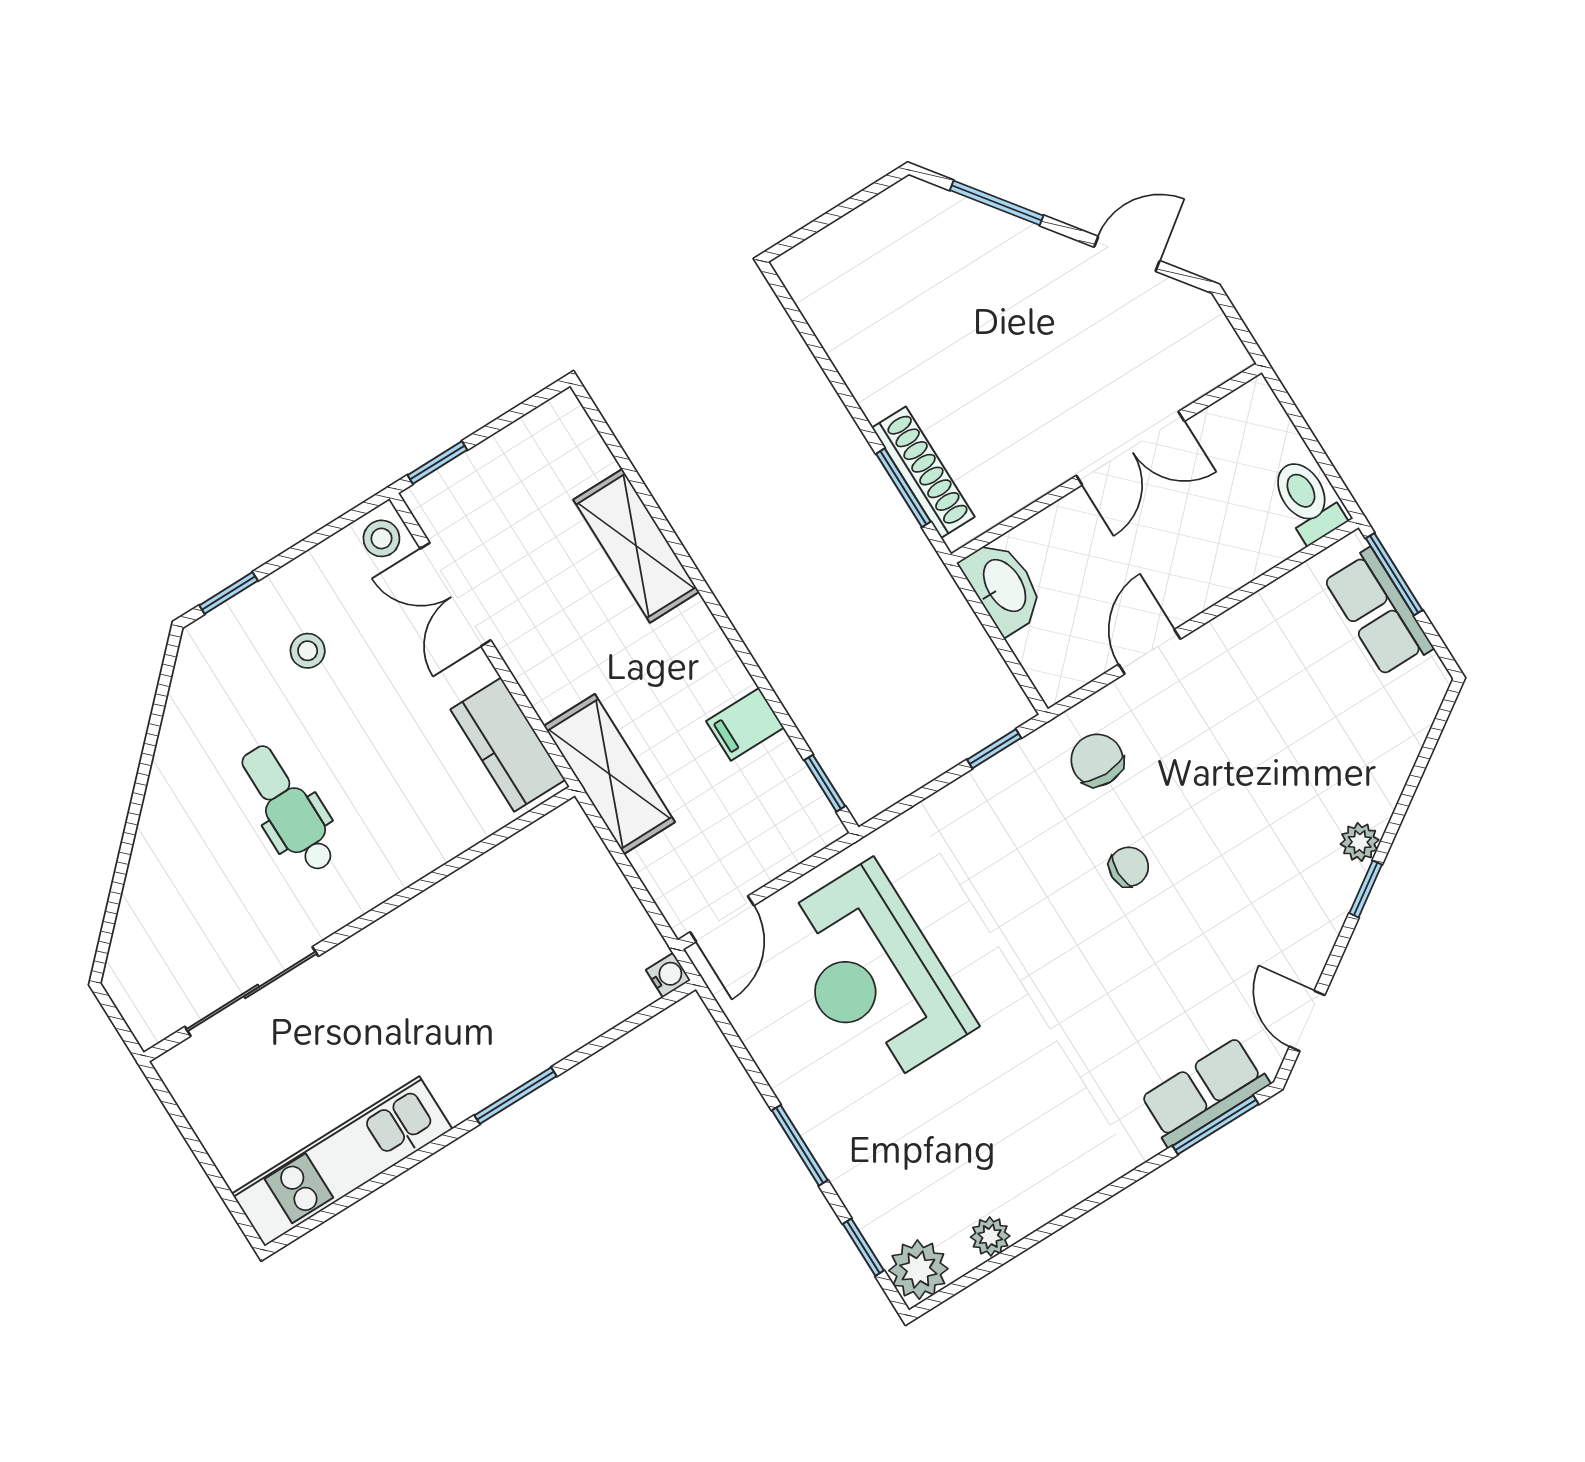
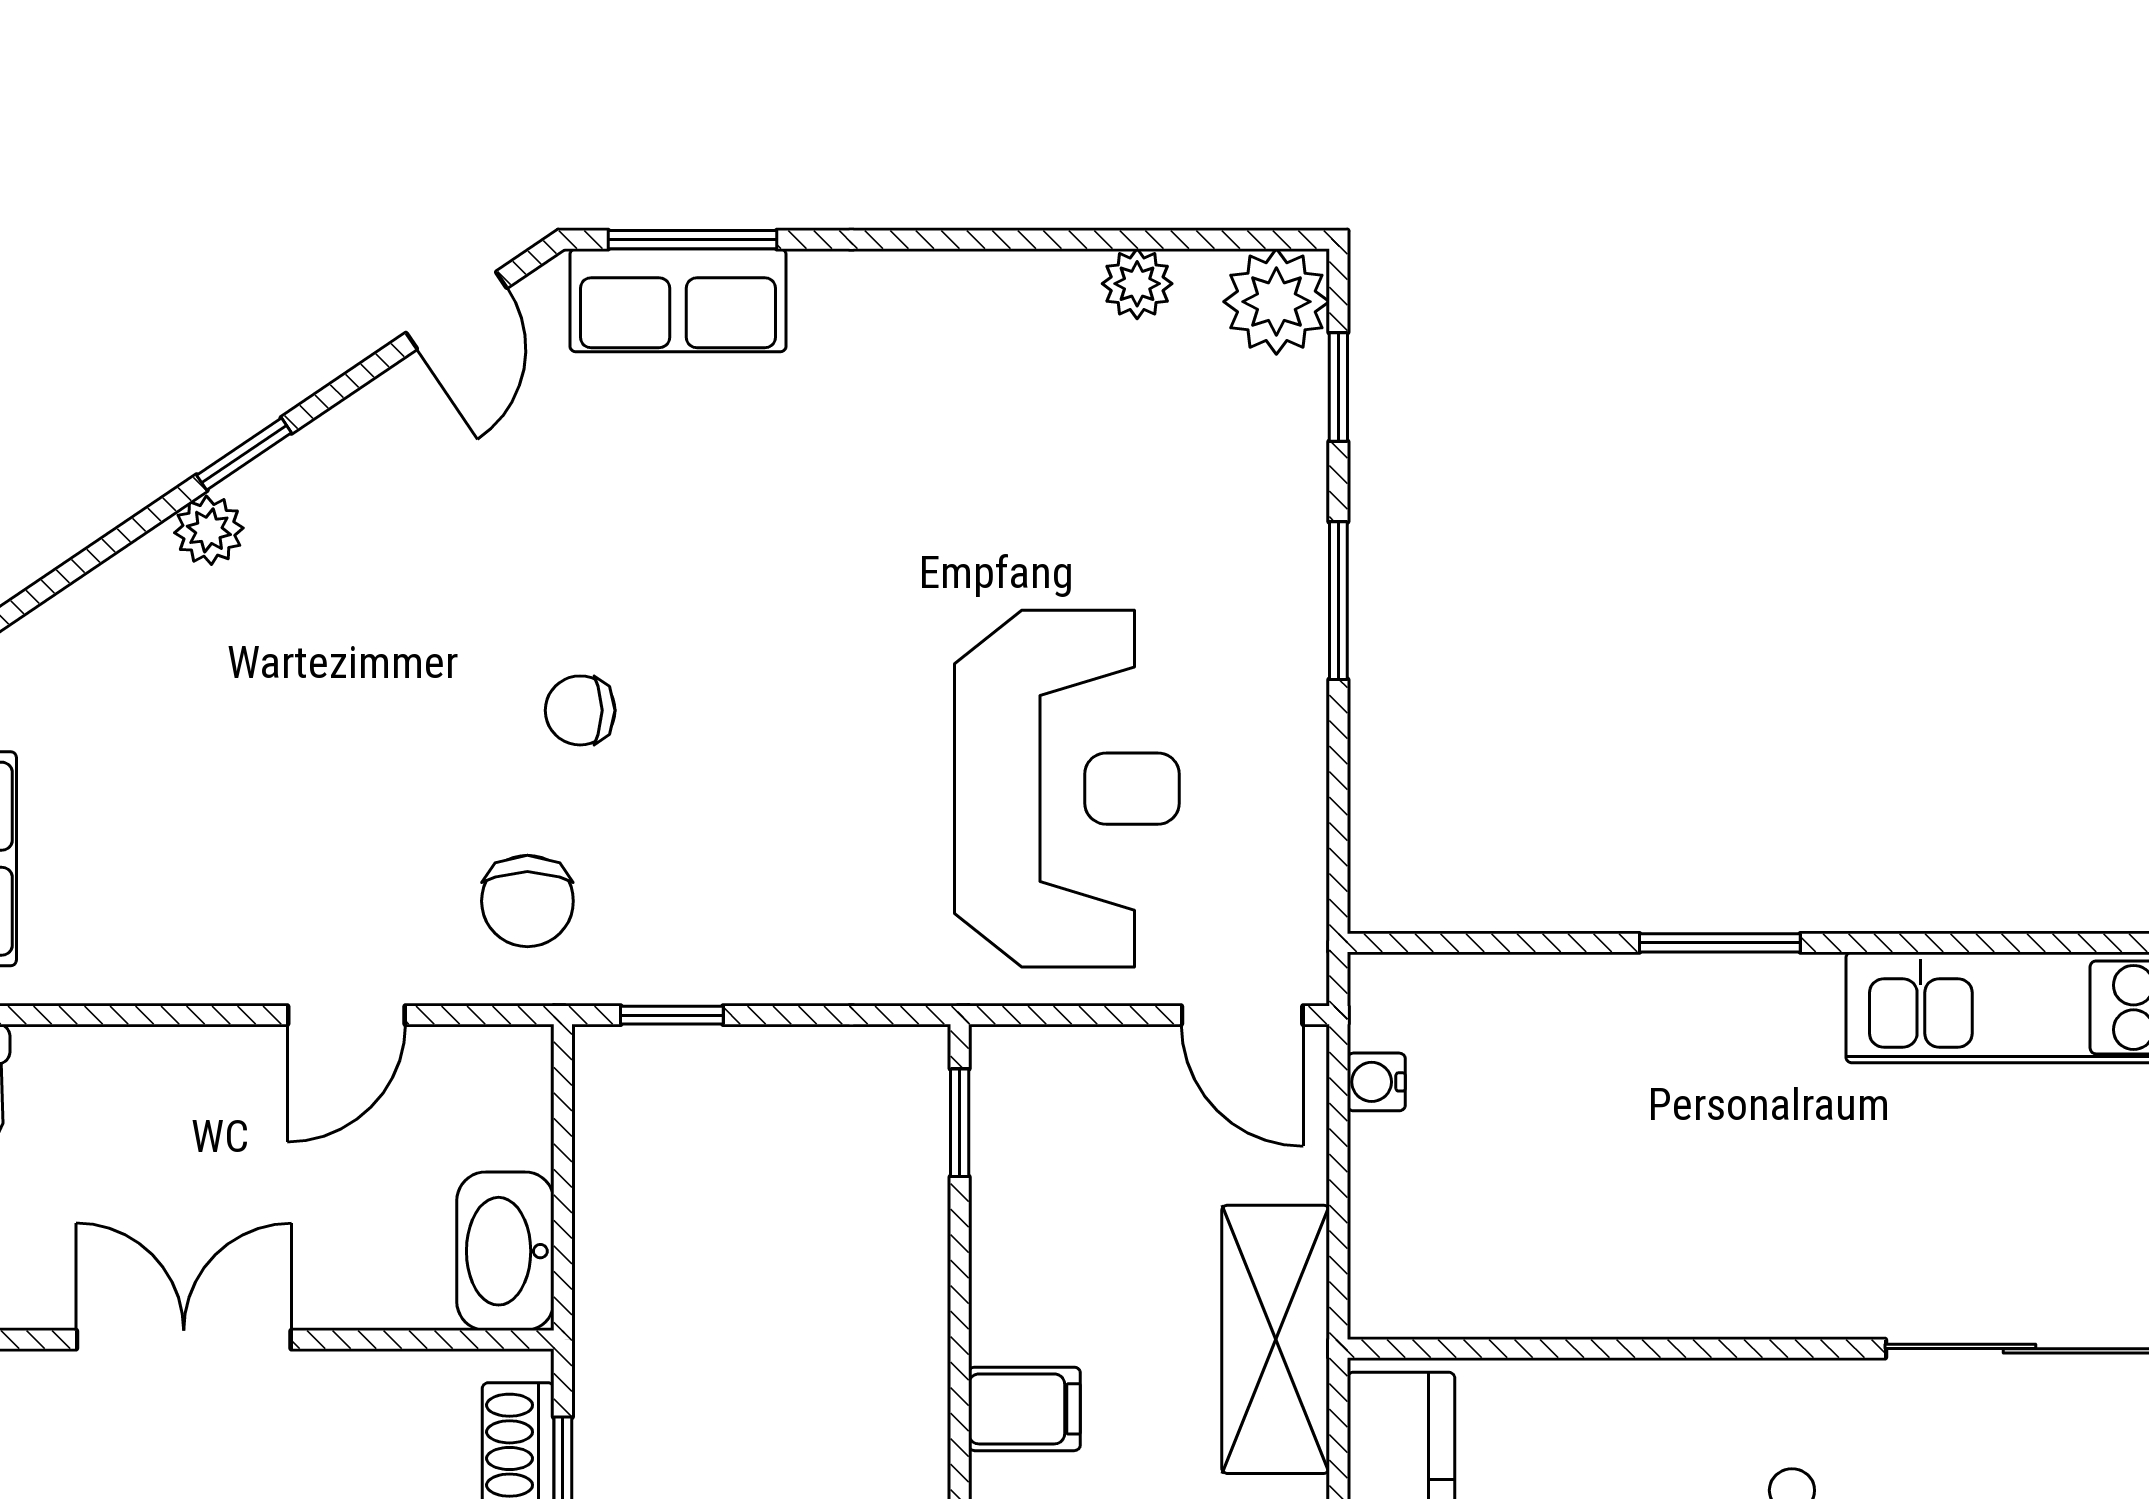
filing cabinet: (745, 724) -> (1024, 1409), moved
door: (722, 919) -> (1242, 1015), swing flipped
water cooler: (668, 975) -> (1376, 1082), moved

